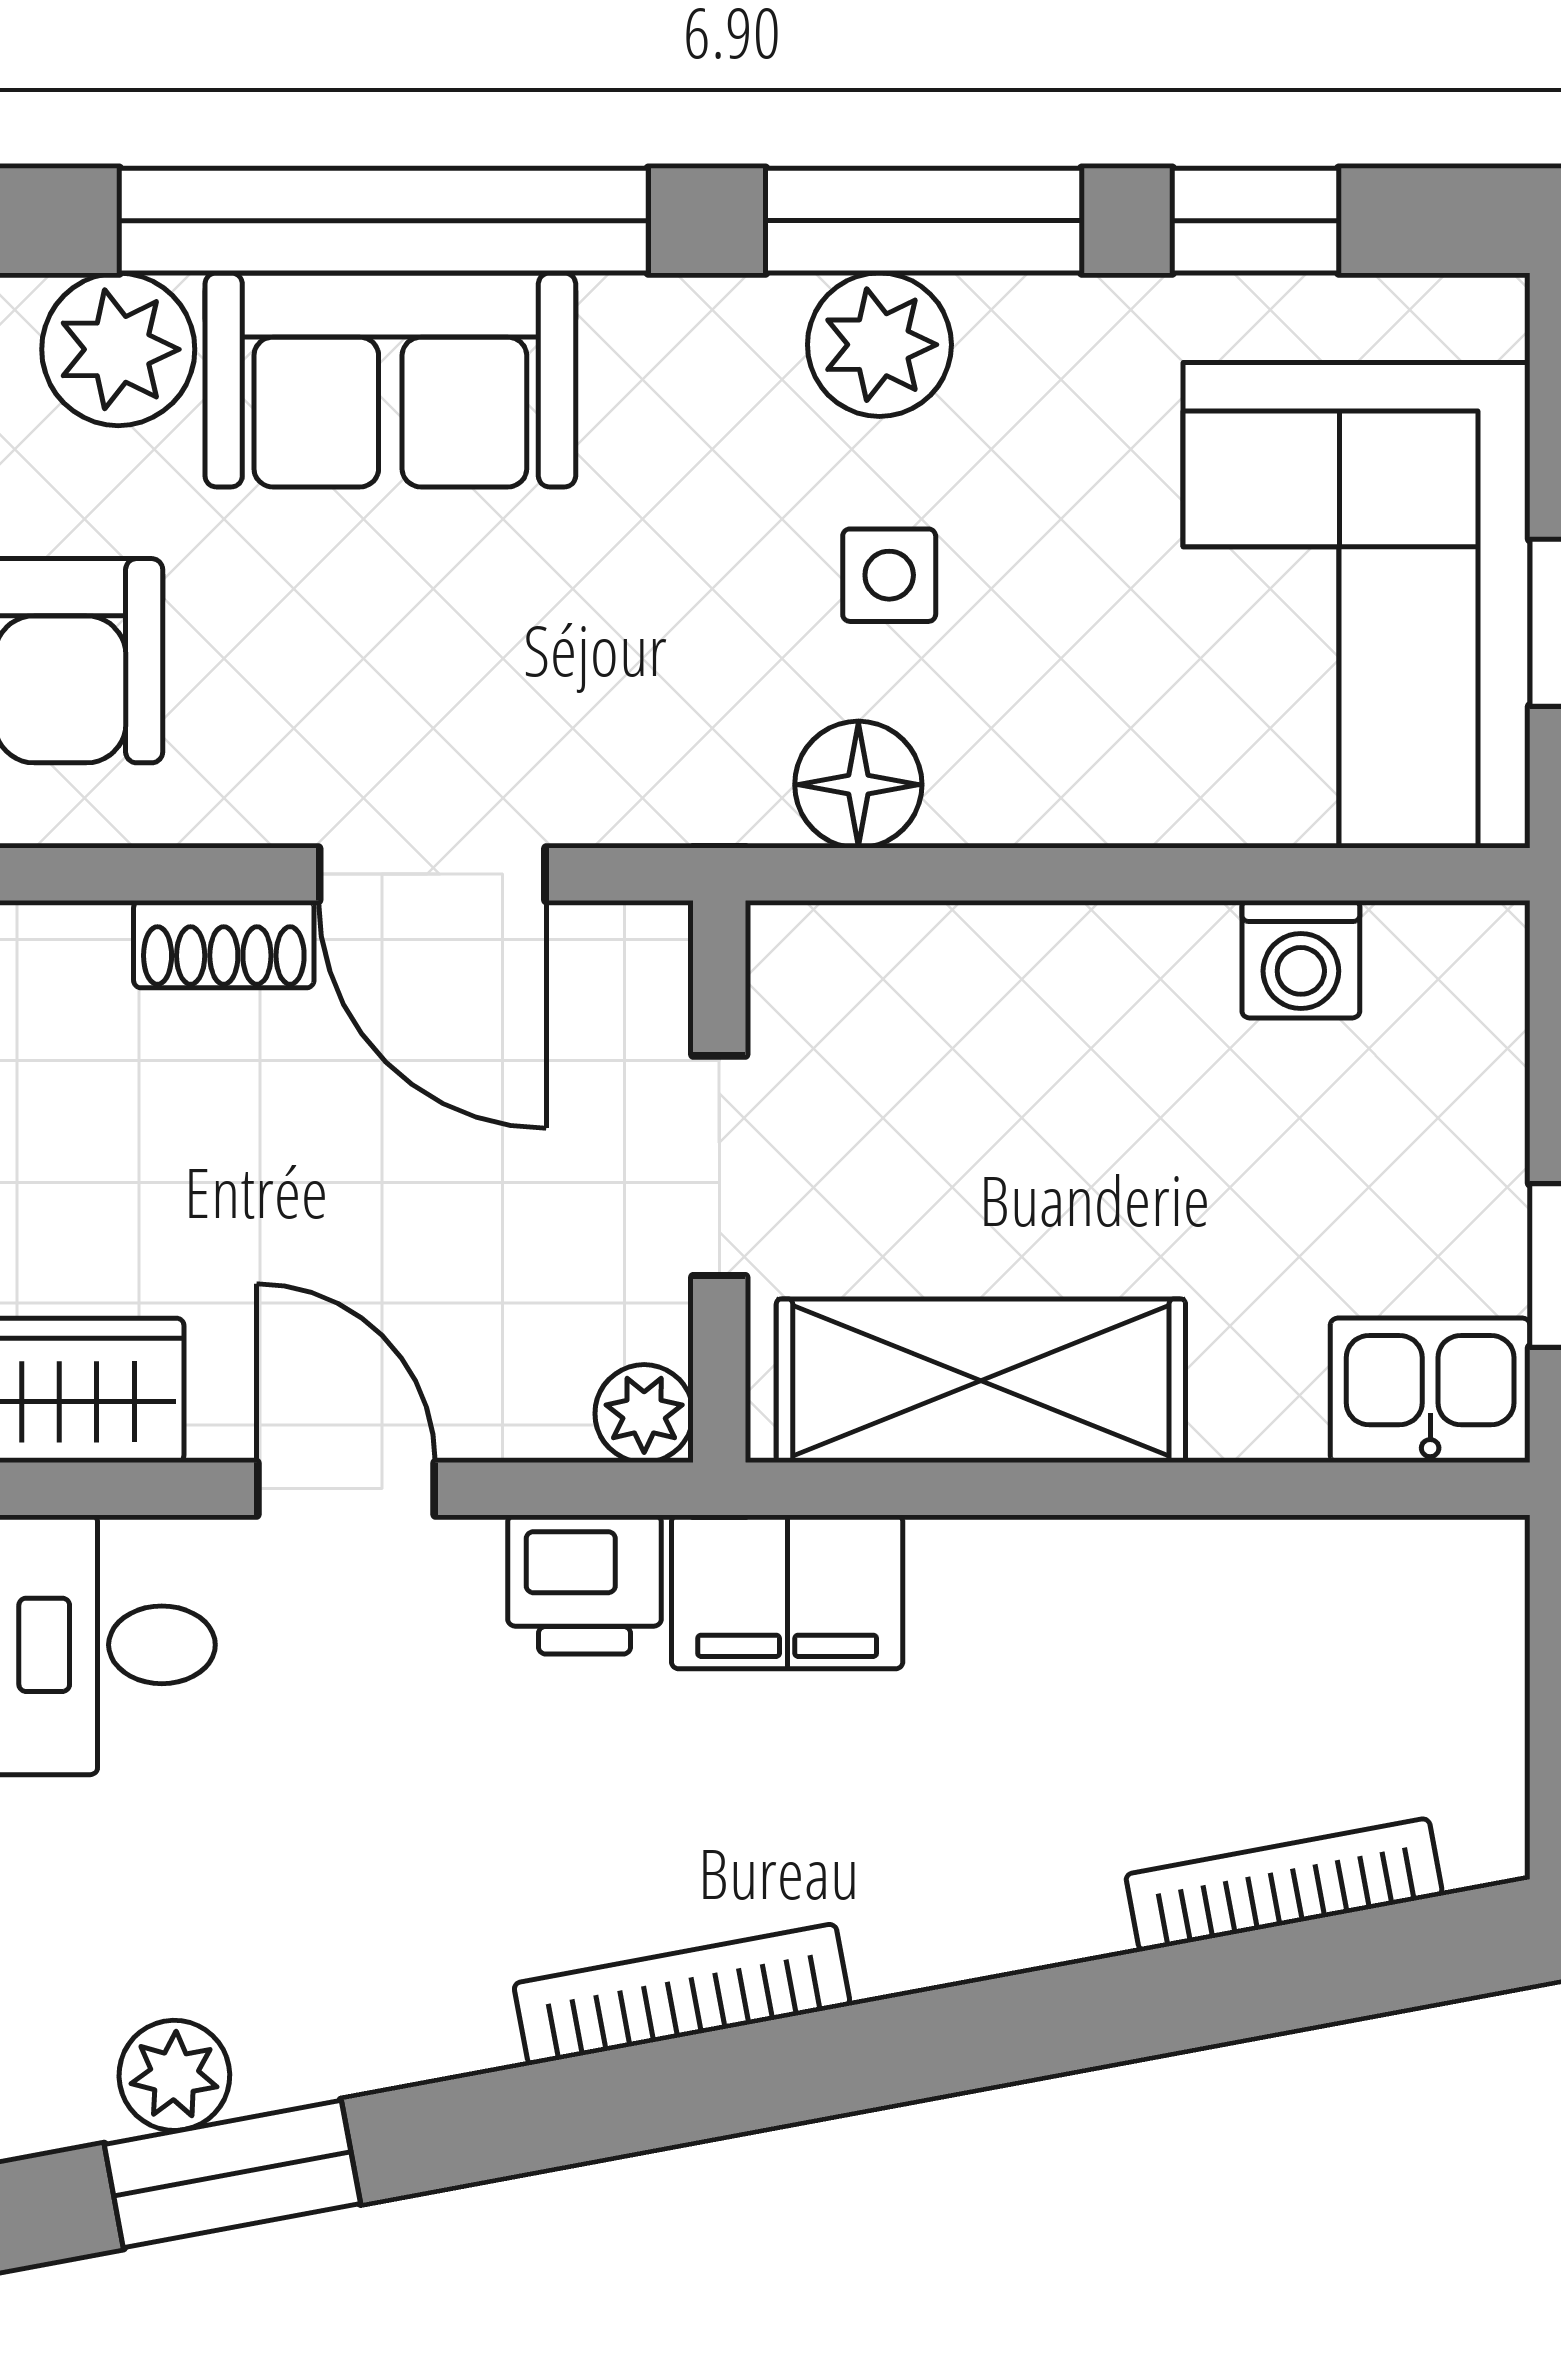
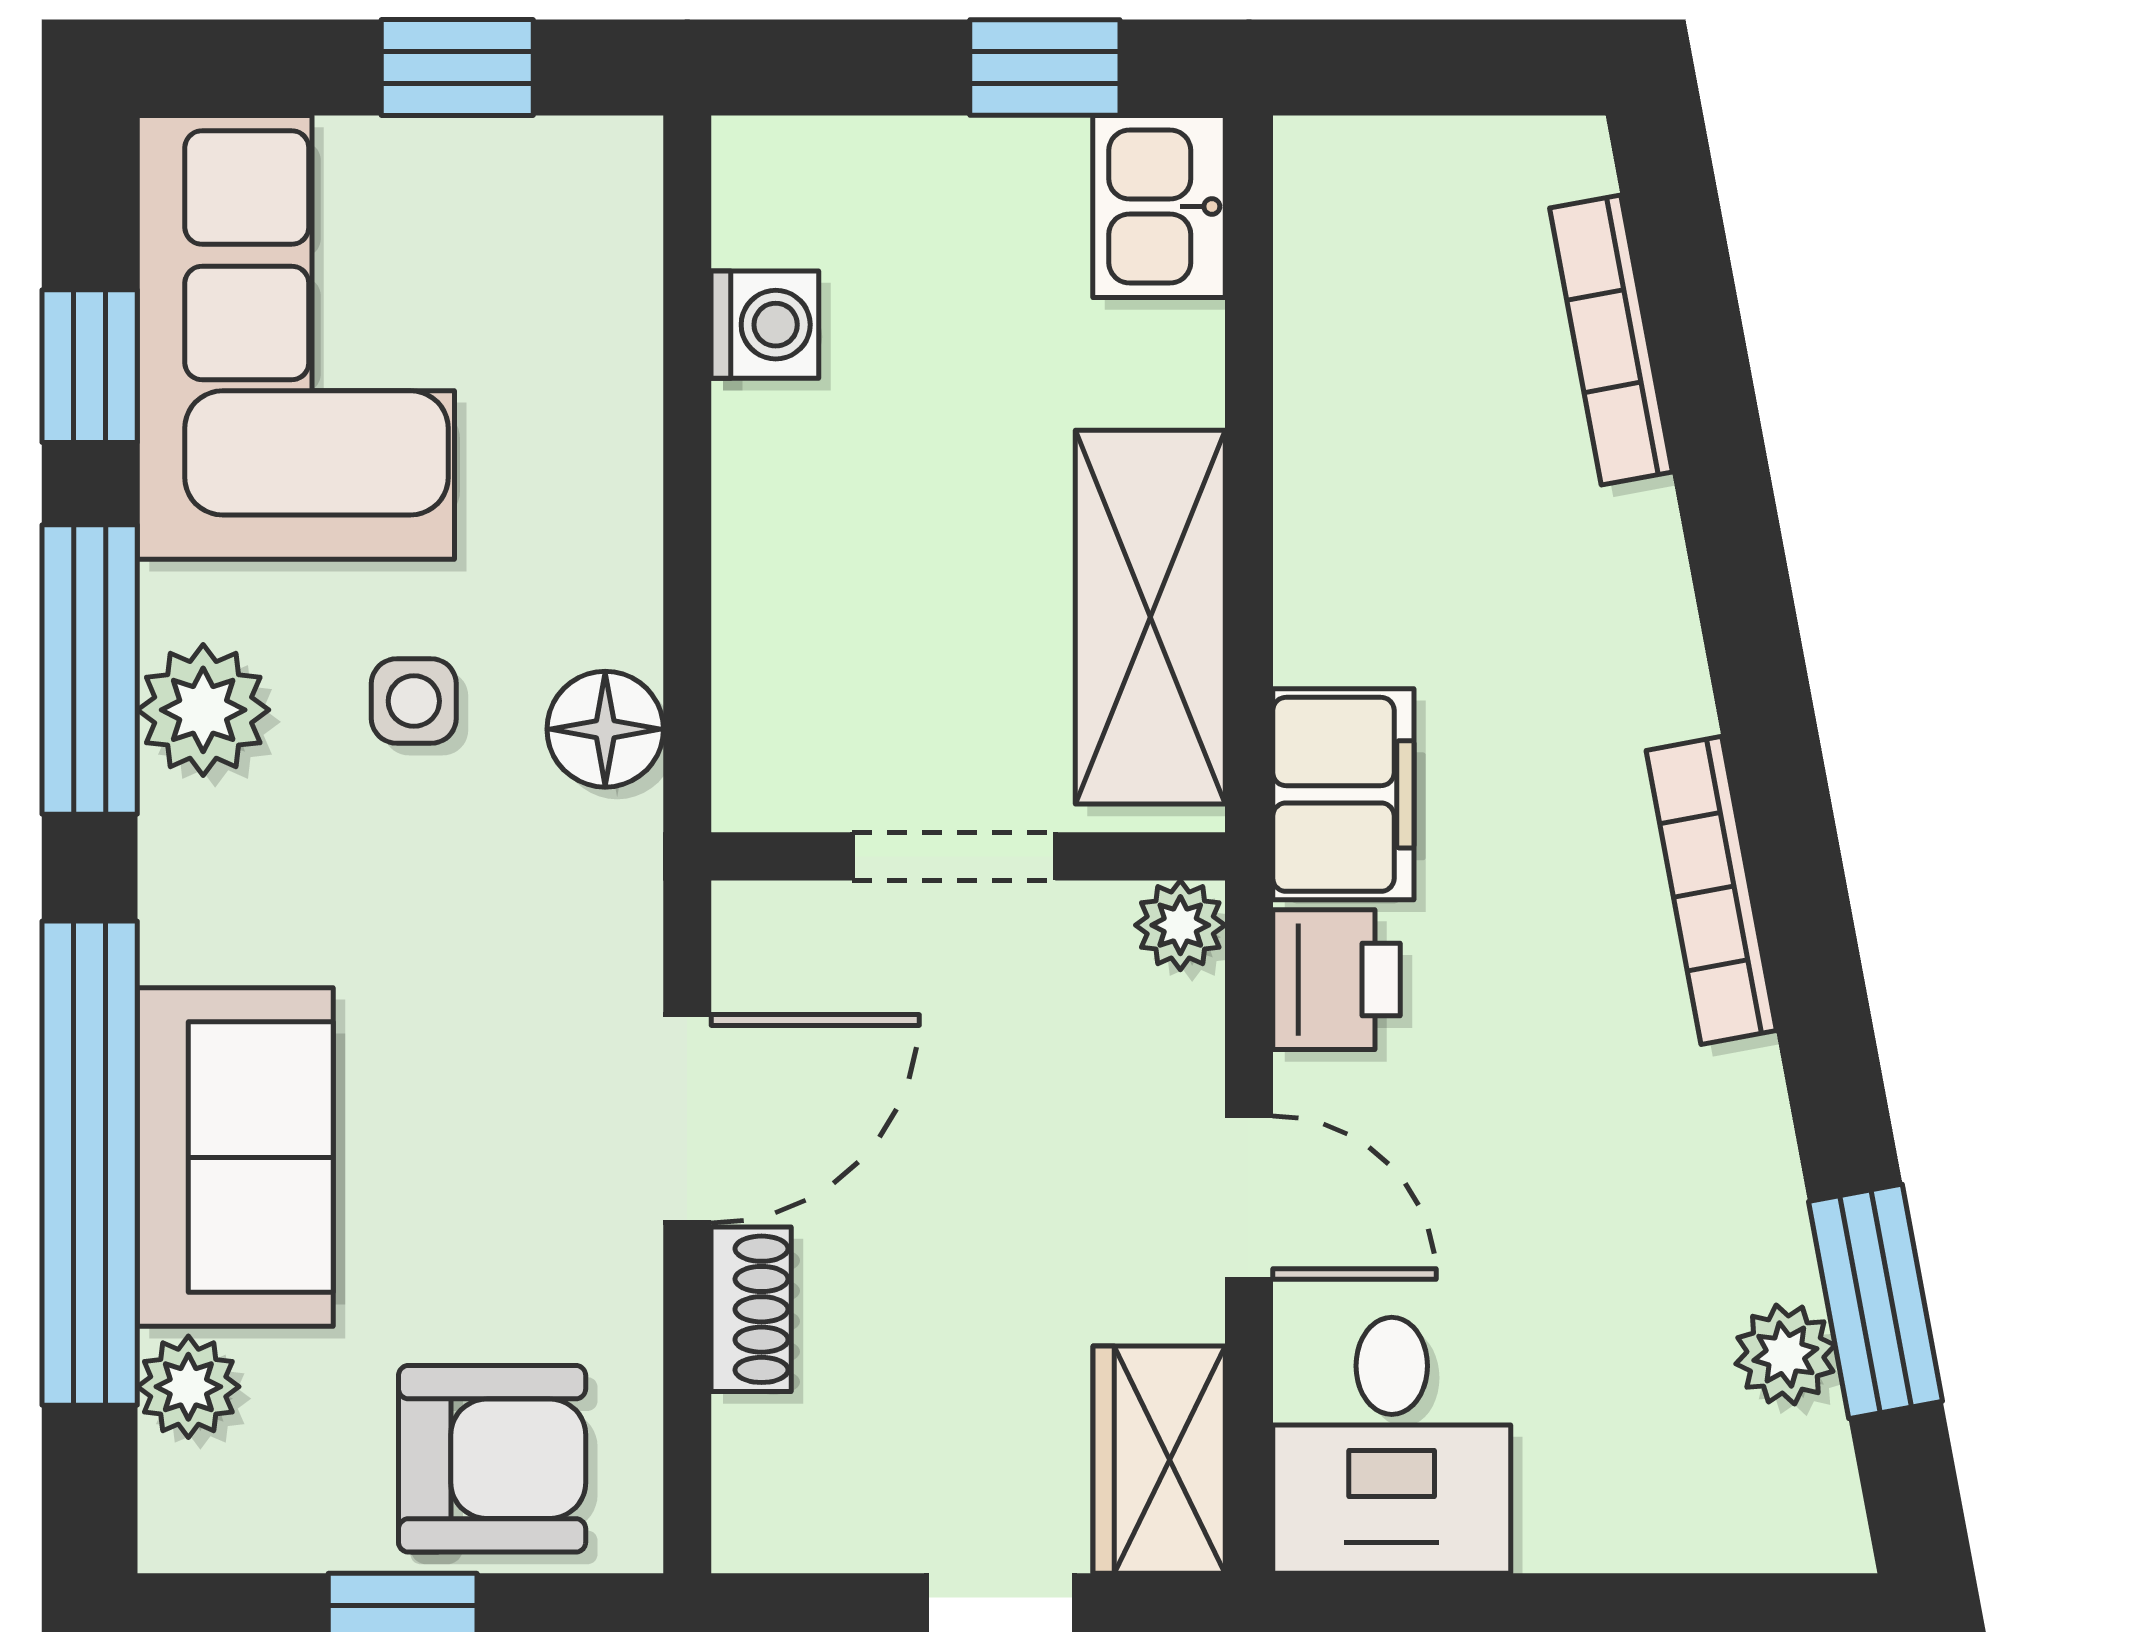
plant: (118, 349) -> (188, 1387), width x0.73, depth x0.73
corner sofa: (1356, 605) -> (296, 337), moved, turned -90
door: (346, 1489) -> (1249, 1198), swing flipped

